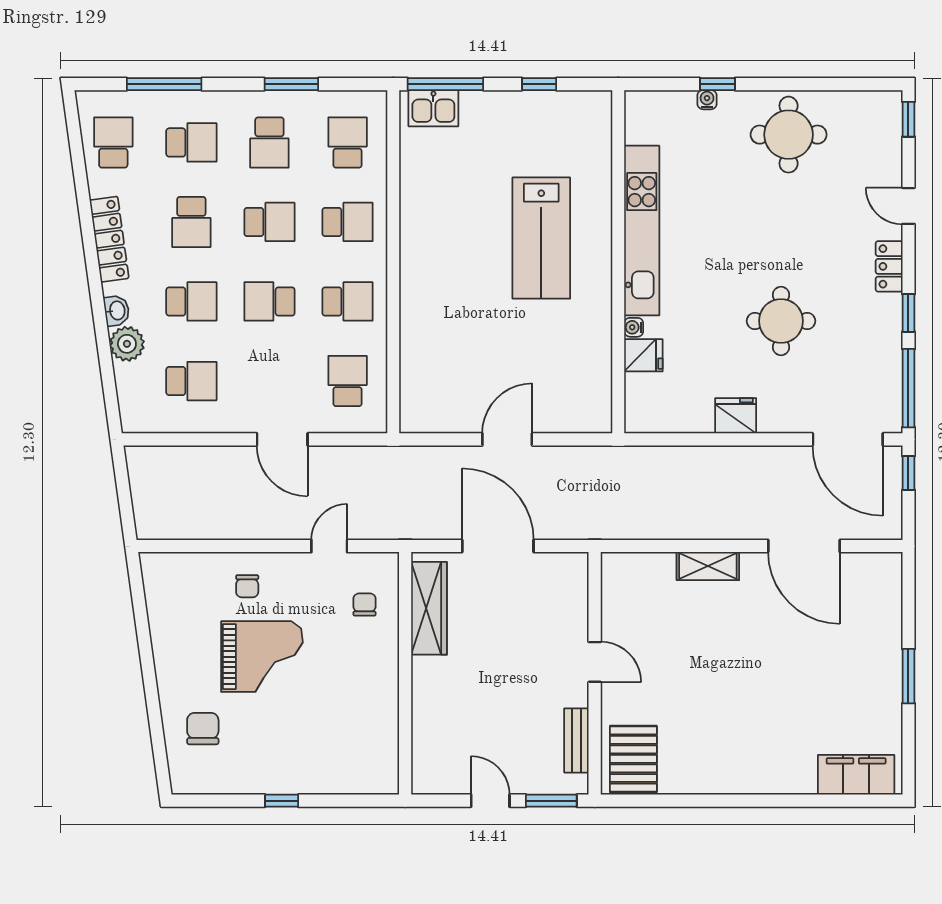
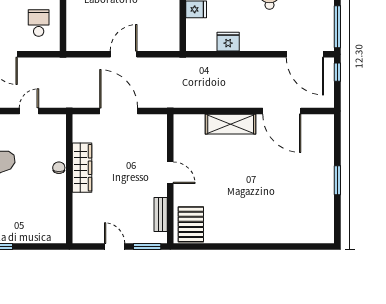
fridge: (736, 416) -> (228, 42), moved
shelving: (708, 566) -> (231, 124), width x1.50, depth x1.33
chair: (365, 605) -> (59, 168), moved
wardrobe: (429, 608) -> (82, 168), moved
filing cabinet: (856, 775) -> (309, 233), removed

